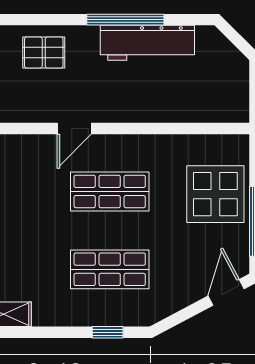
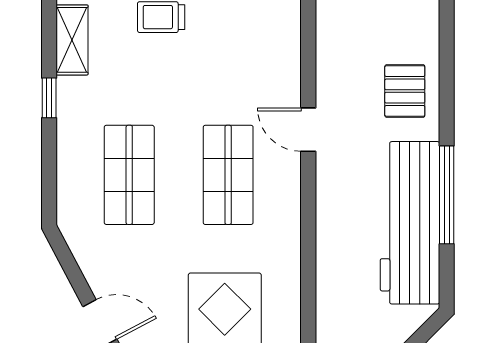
workbench: (147, 43) -> (410, 223), width x1.36, depth x1.32
window: (108, 332) -> (49, 98), moved

